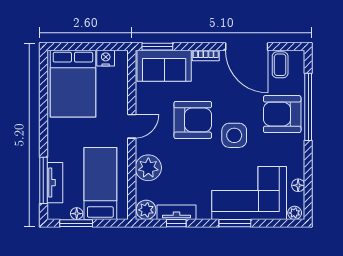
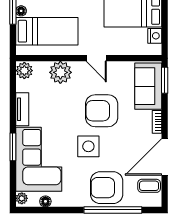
armchair: (282, 114) -> (107, 188), turned -90
armchair: (193, 120) -> (102, 111), turned 90
tv unit: (177, 212) -> (22, 109), moved
window: (176, 223) -> (13, 96), removed

